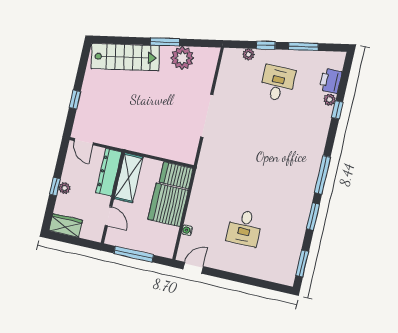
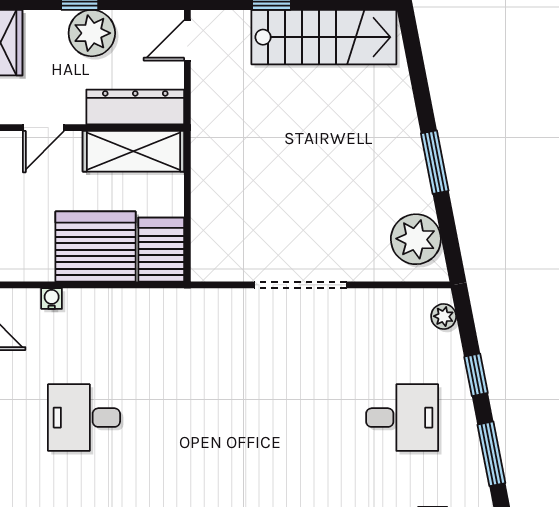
plant: (248, 54) -> (444, 316), moved
stairs: (125, 57) -> (324, 37), moved, turned -79
plant: (182, 58) -> (416, 239), moved
plant: (64, 188) -> (92, 33), width x1.88, depth x1.88

